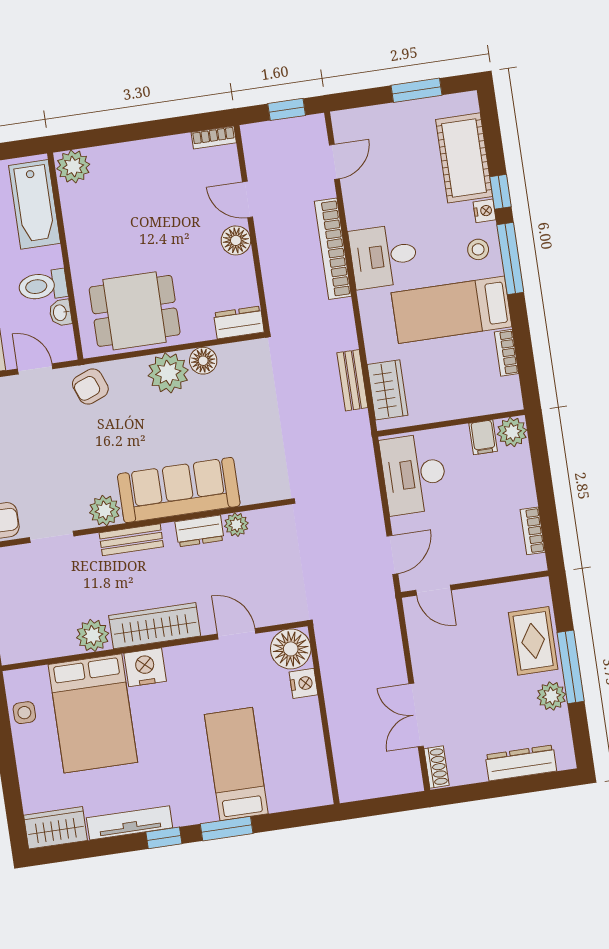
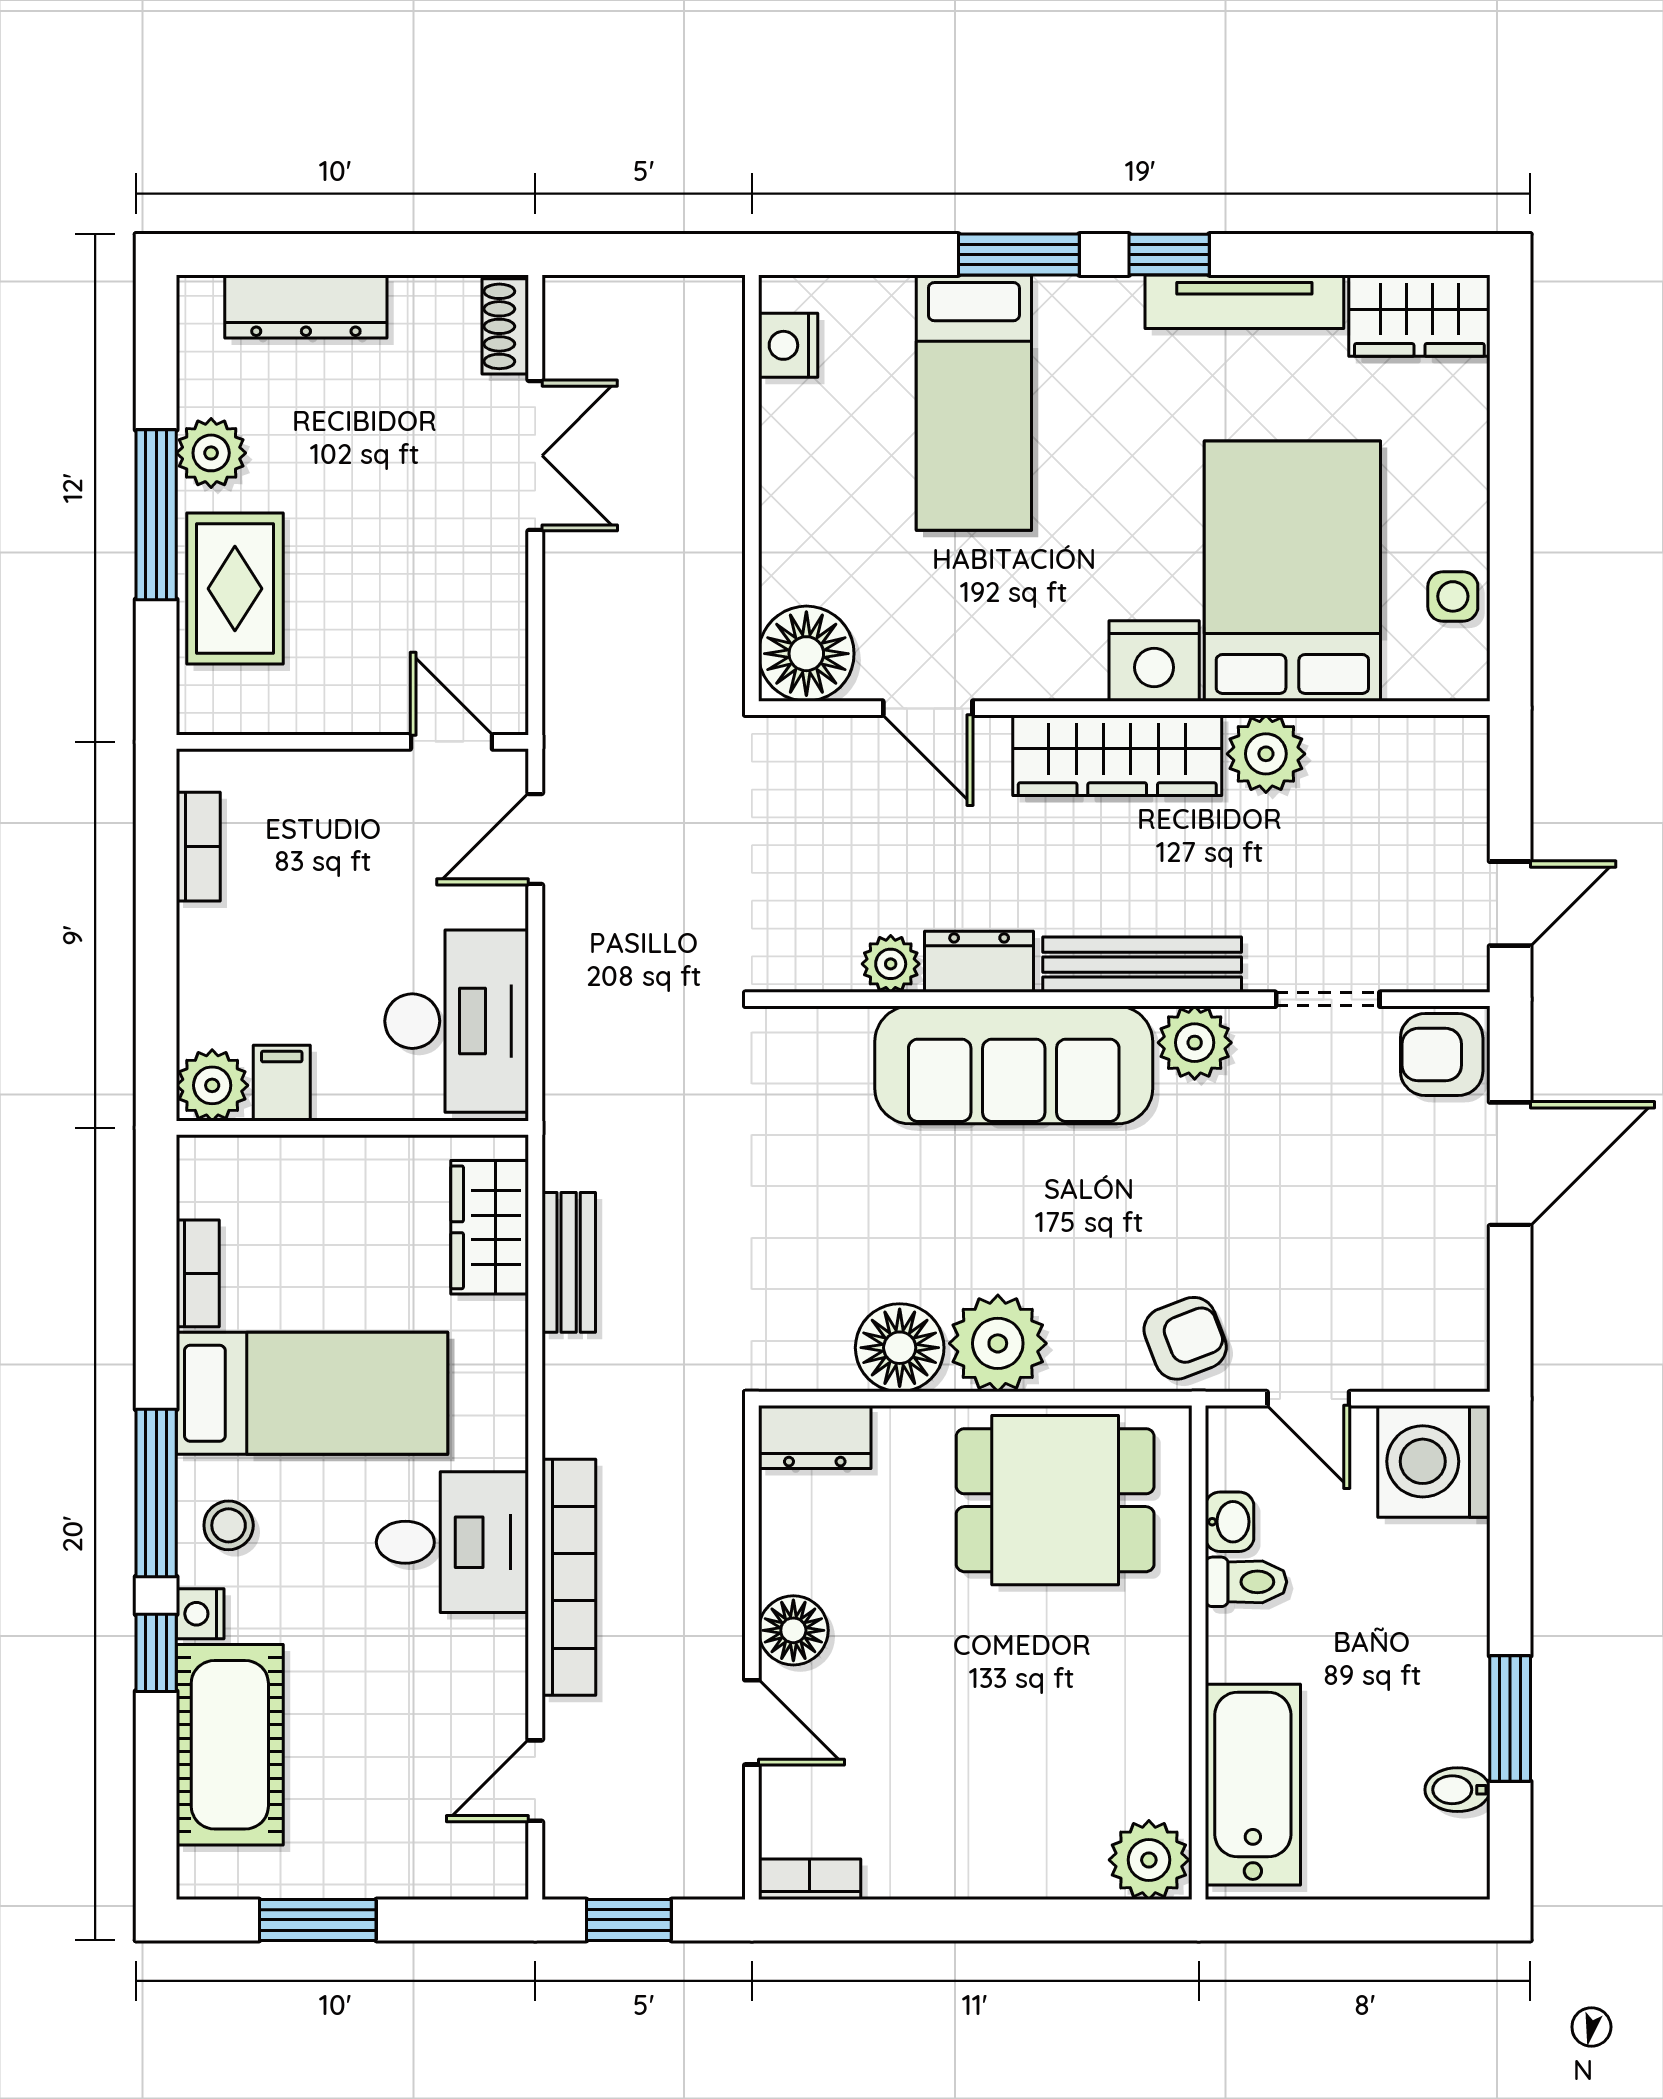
toilet: (43, 286) -> (1246, 1582), width x0.73, depth x0.72
floor lamp: (203, 361) -> (900, 1348), width x1.38, depth x1.38
bench: (131, 540) -> (1142, 965), width x1.36
nightstand: (304, 683) -> (788, 345), moved

